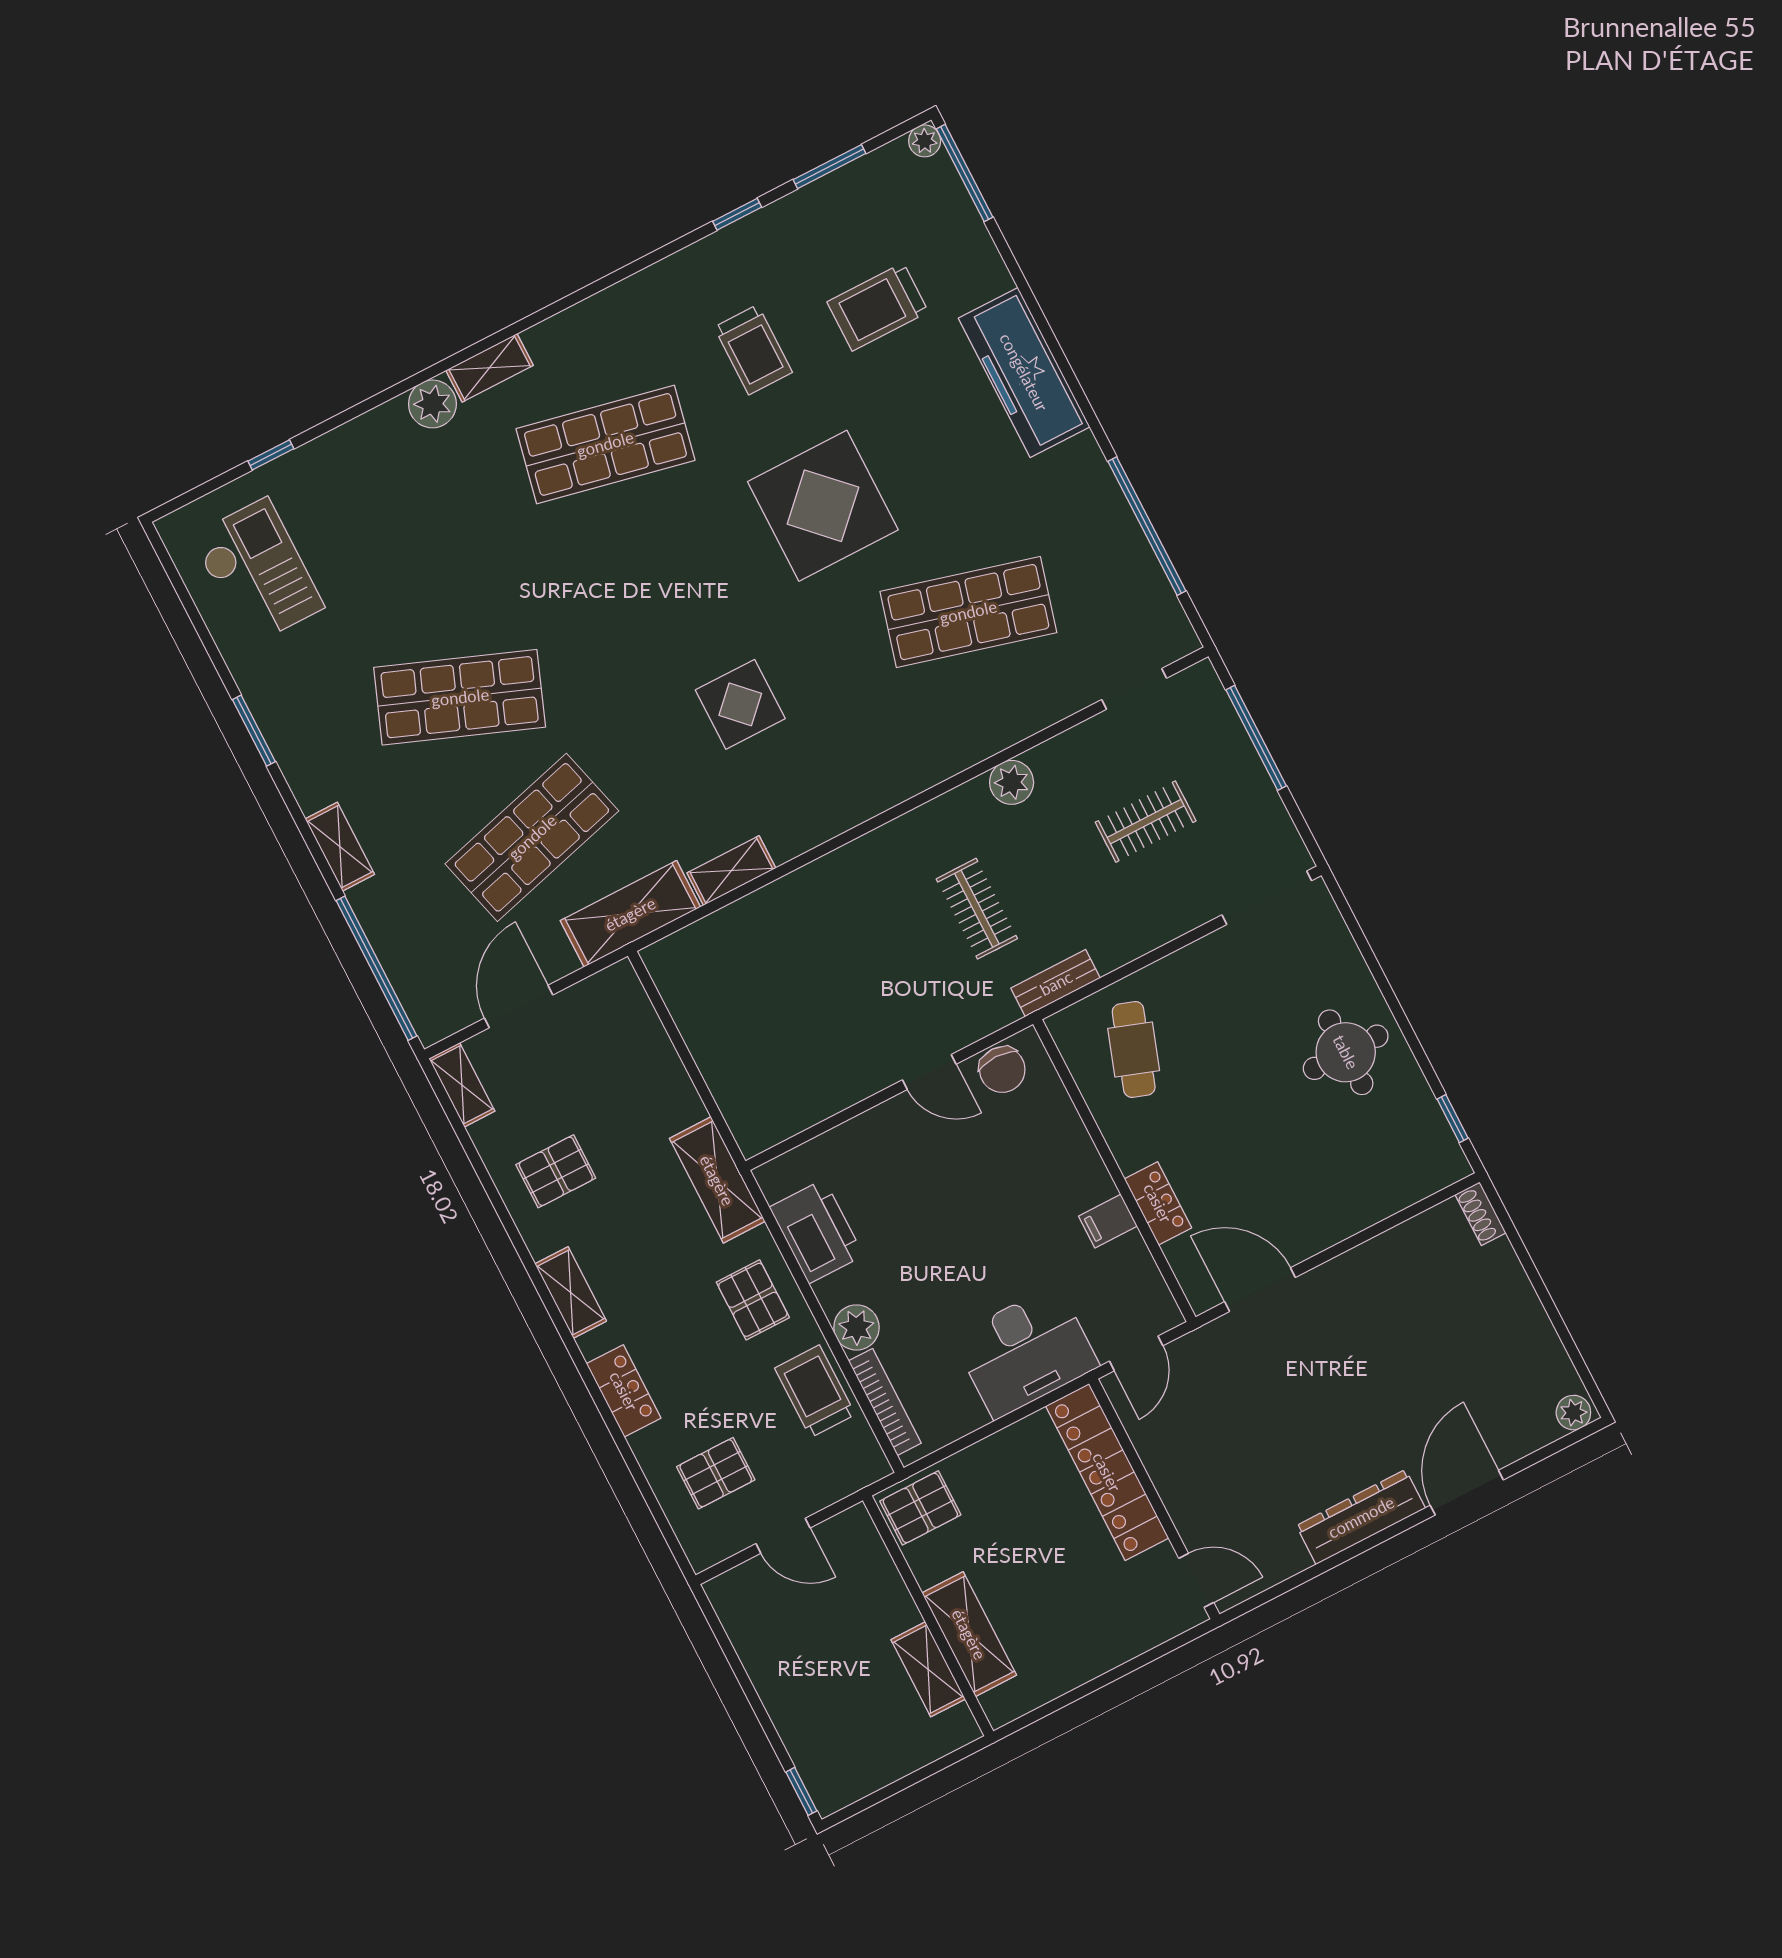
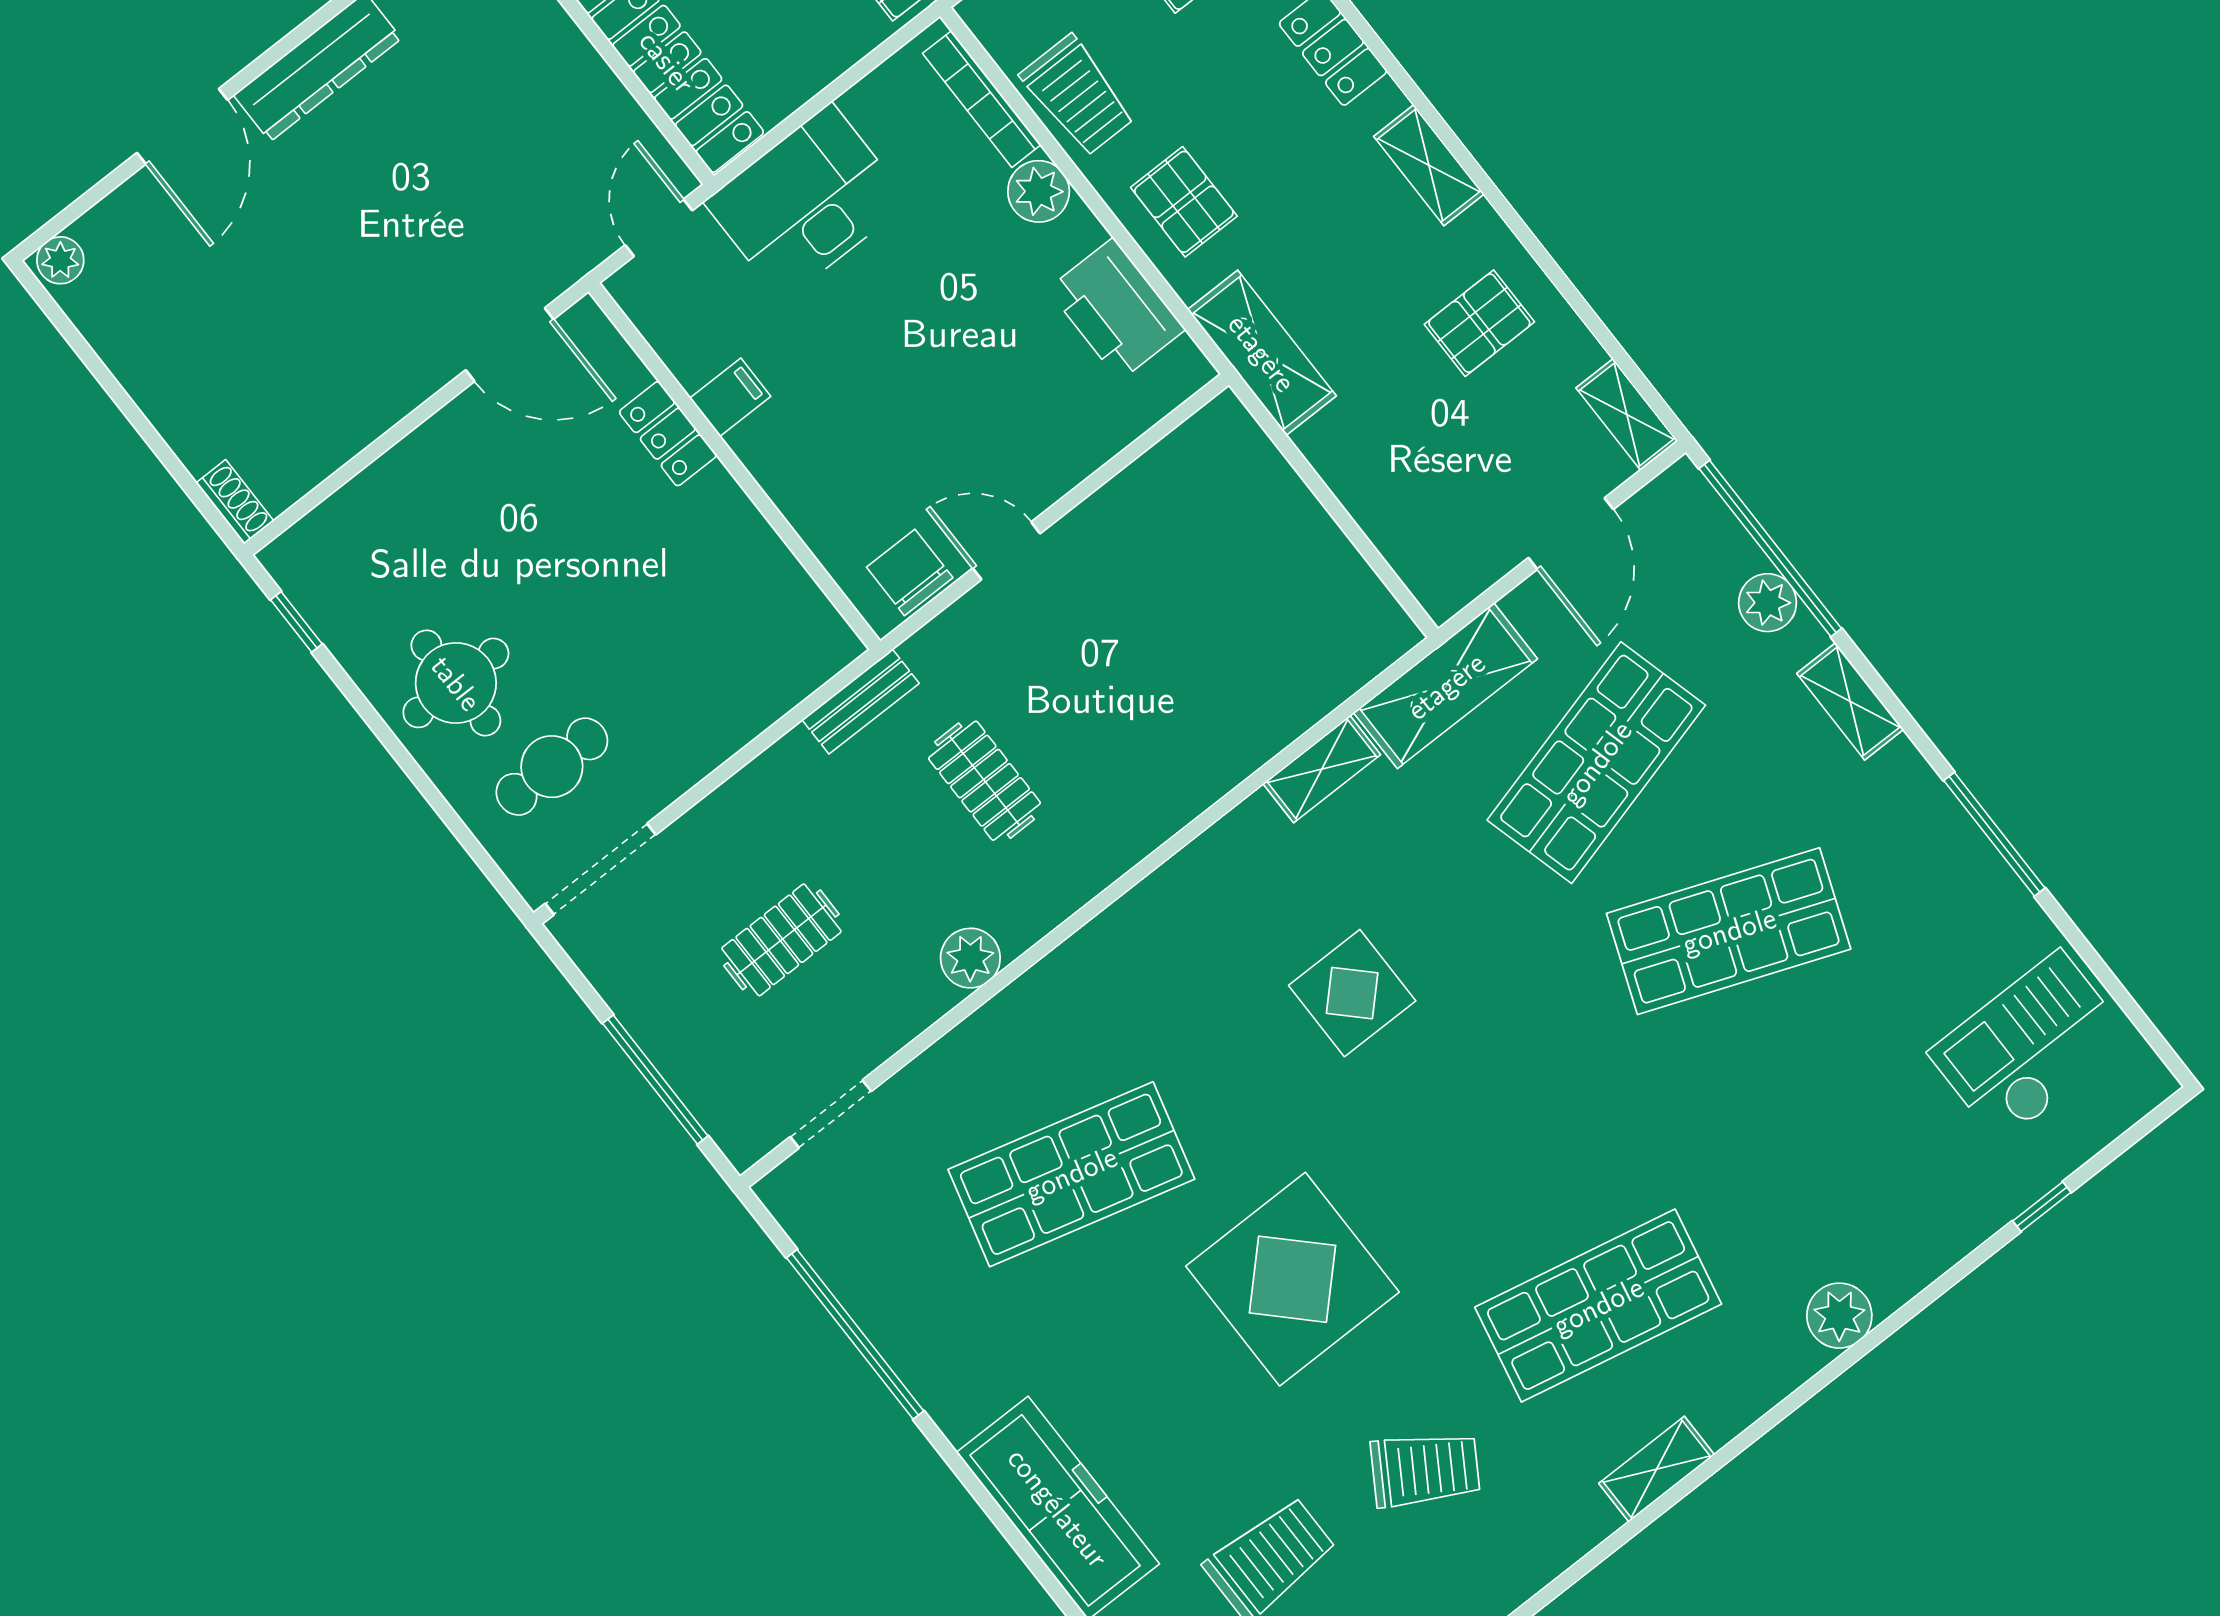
trolley: (753, 350) -> (1425, 1470), turned 122
shelving: (490, 368) -> (1657, 1469), moved
checkout: (257, 572) -> (2030, 1047), turned 90
window: (254, 731) -> (1994, 834), width x1.44
plant: (386, 929) -> (1768, 603), added
cafe table: (1134, 1049) -> (552, 767), moved, turned 71

